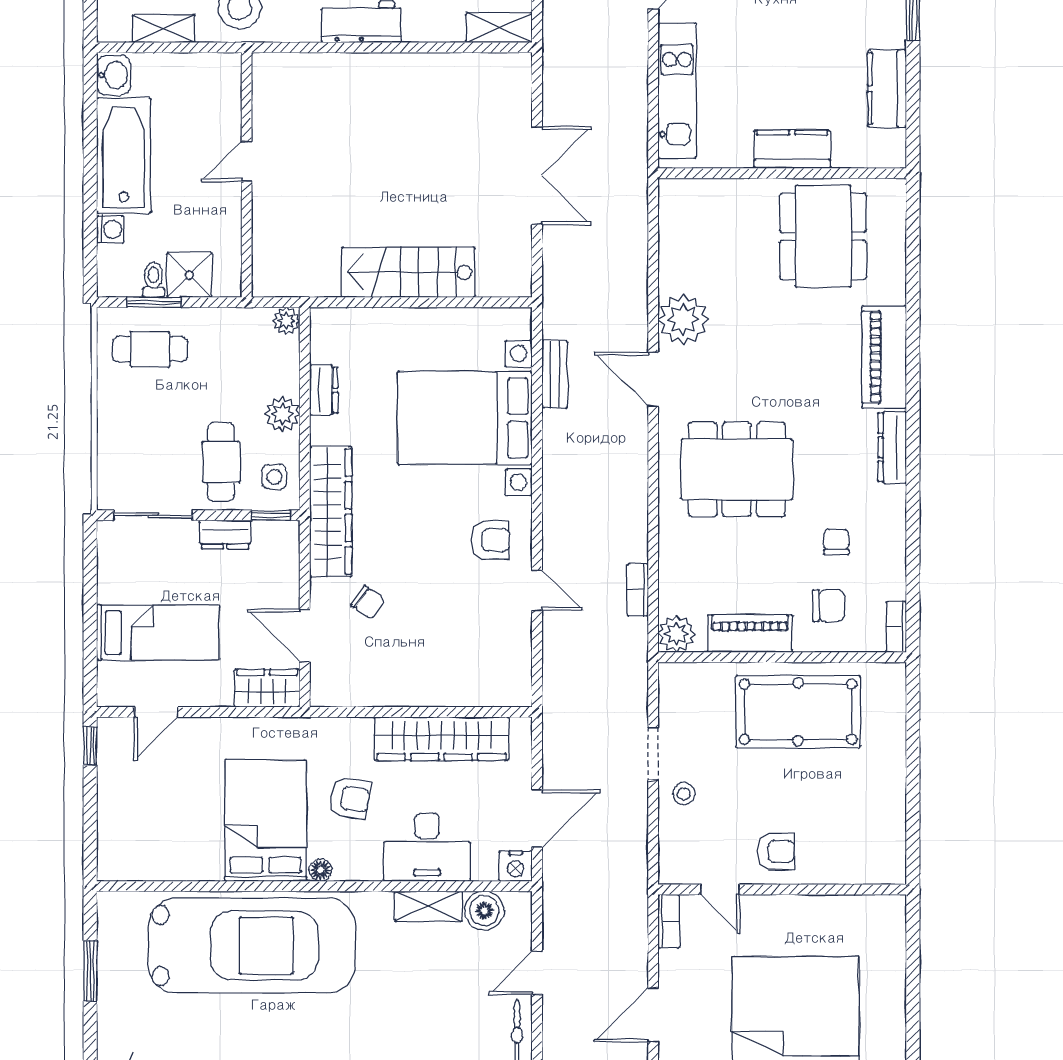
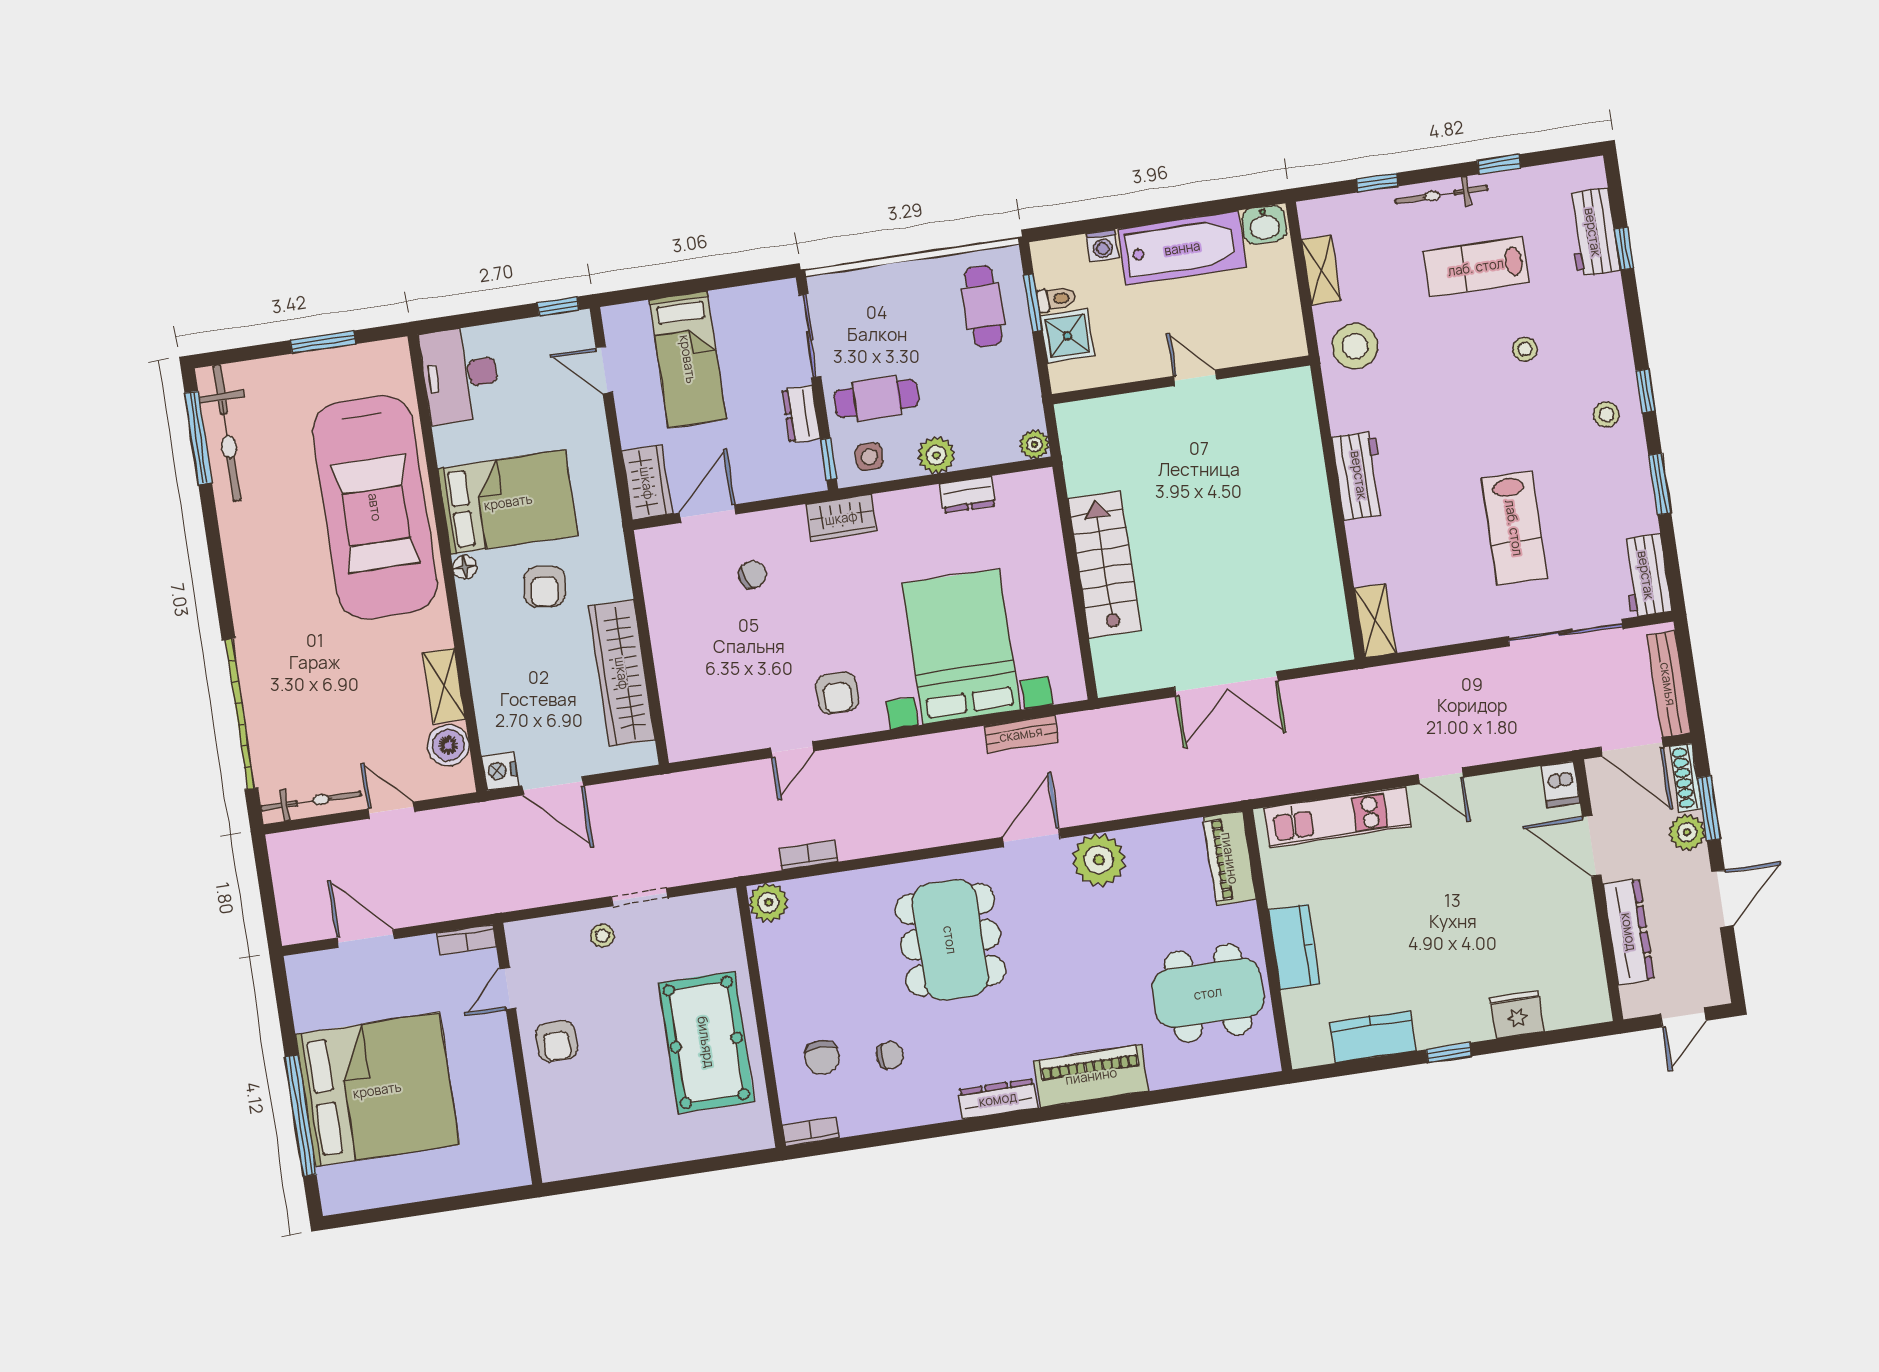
wardrobe: (331, 512) -> (841, 518), width x0.48, depth x0.85
chair: (368, 602) -> (753, 574), turned -148
piano: (750, 633) -> (1230, 858), moved, turned 180
desk: (427, 847) -> (460, 375), moved

